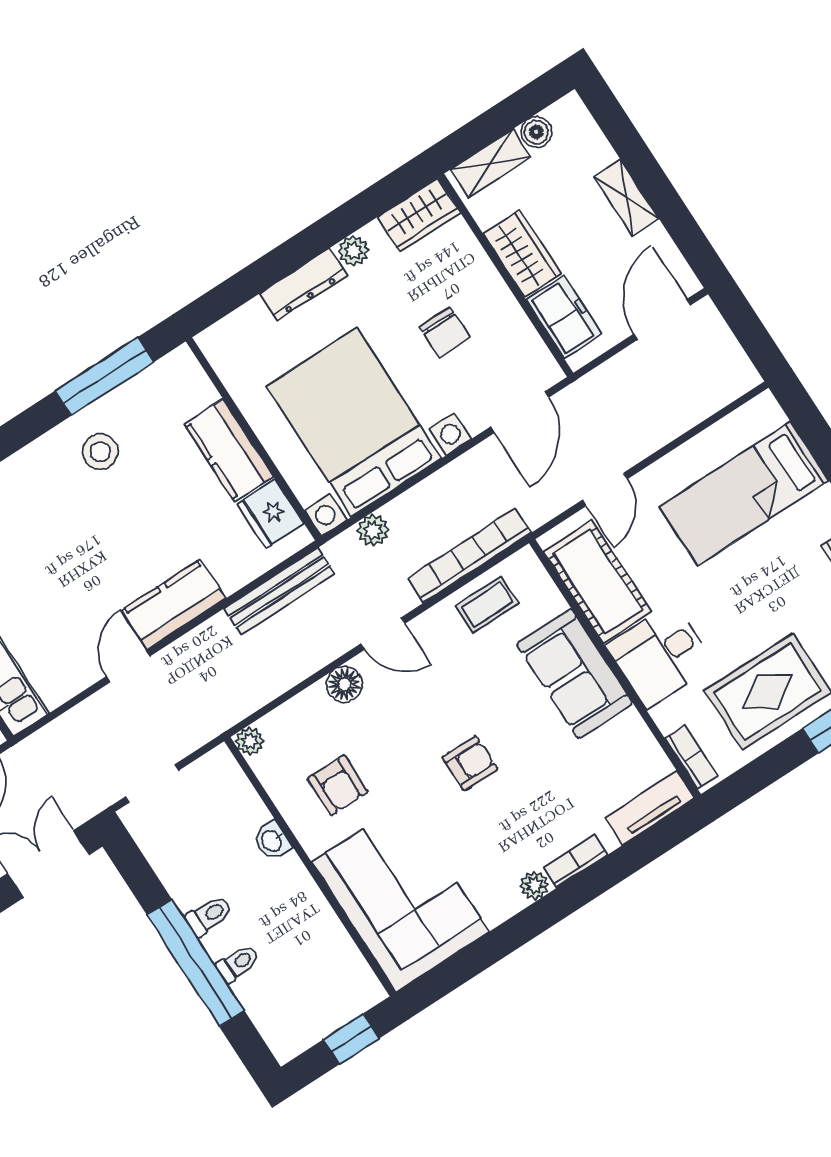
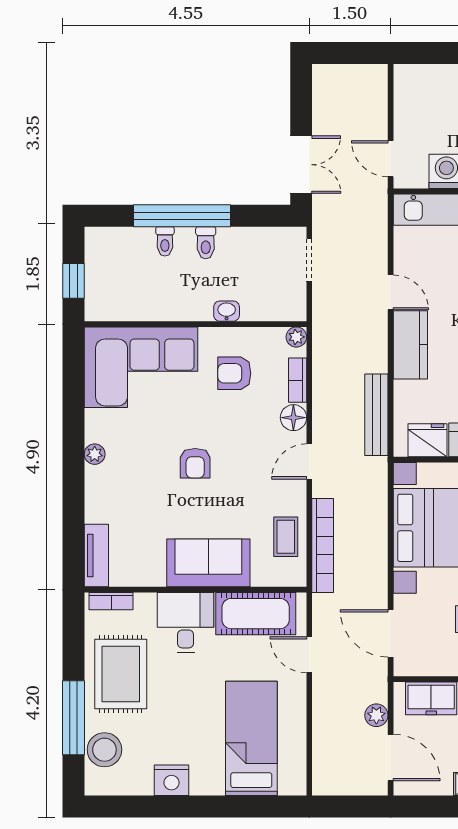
plant: (373, 530) -> (376, 715), moved
bookcase: (576, 861) -> (298, 380), moved, turned 180

